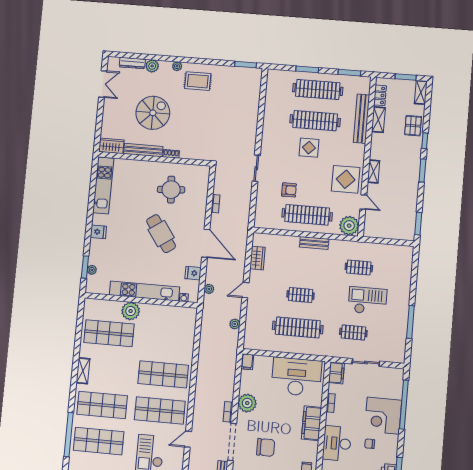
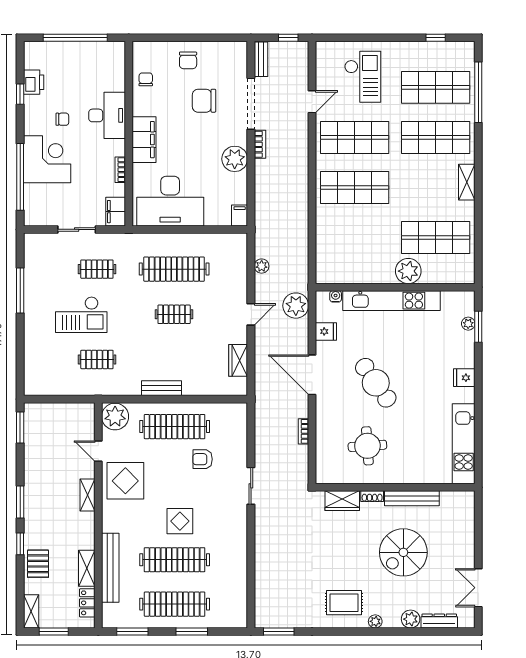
wardrobe: (111, 146) -> (342, 501), moved
plant: (209, 289) -> (296, 306), width x1.88, depth x1.88

